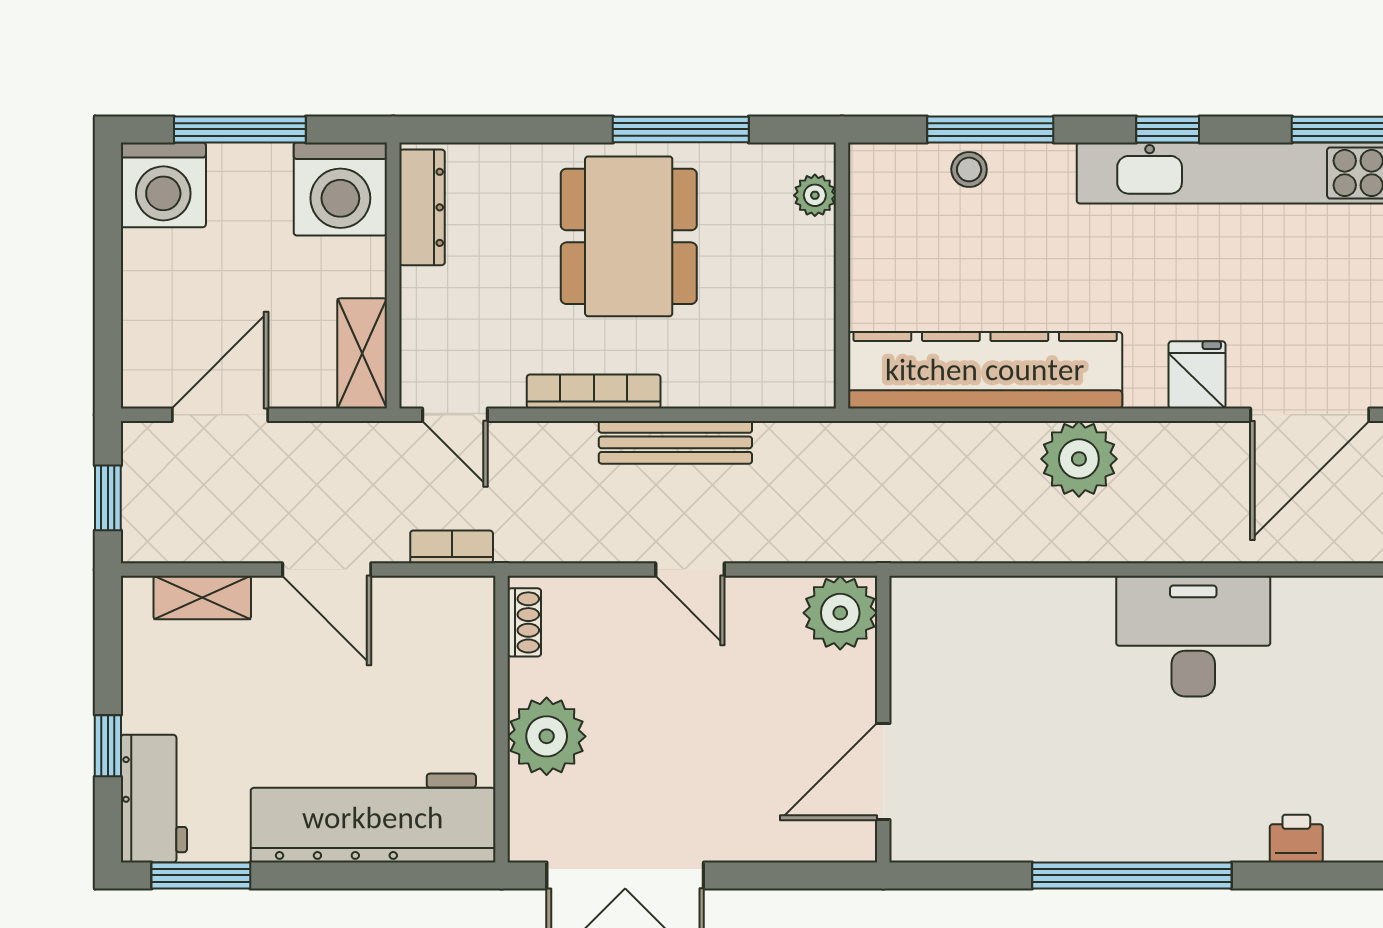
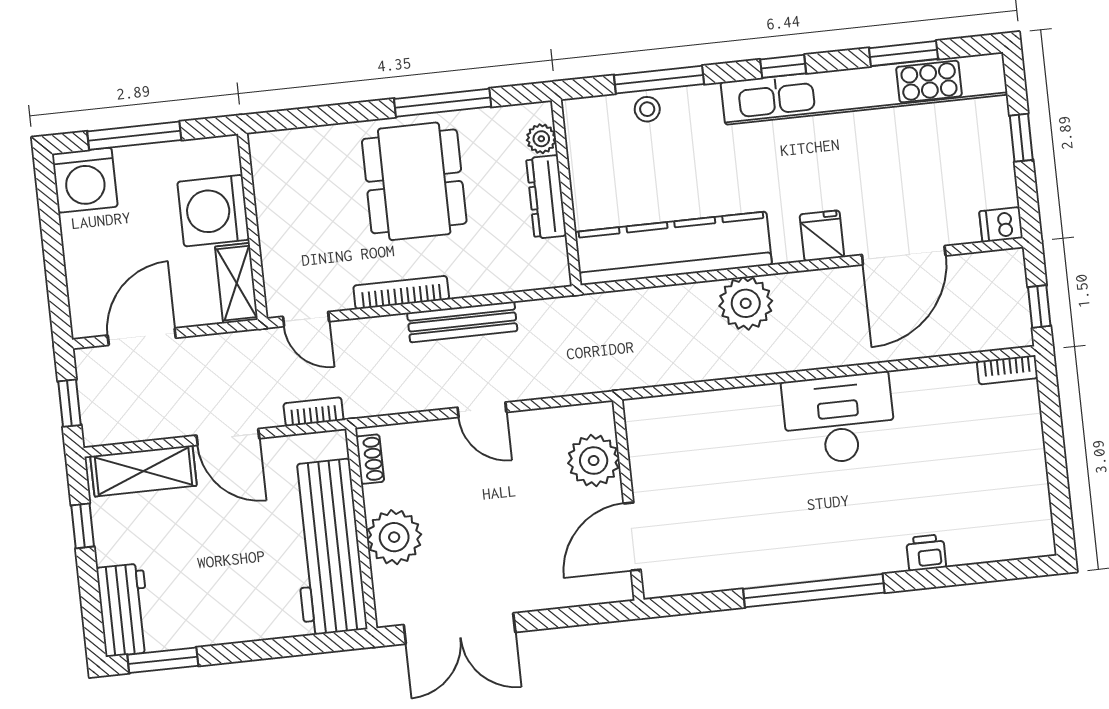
washing machine: (340, 189) -> (213, 211), moved, turned 90
dresser: (422, 207) -> (546, 197), moved, turned 180
shelving: (202, 598) -> (143, 471), width x1.50, depth x1.33
plant: (840, 613) -> (594, 461), moved
window: (108, 746) -> (83, 526), moved
workbench: (373, 818) -> (327, 547), moved, turned -90

